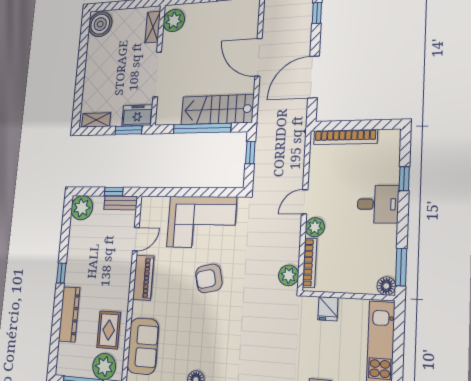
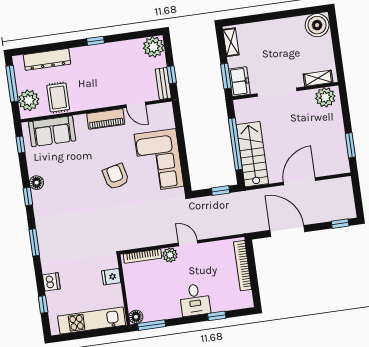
plant: (289, 275) -> (130, 241), removed
dresser: (69, 314) -> (47, 59), moved
rug: (109, 330) -> (58, 97), turned 90

